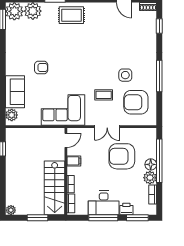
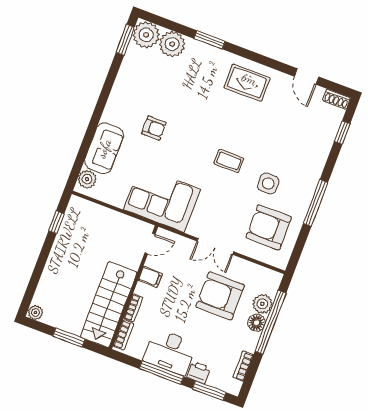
rug: (71, 15) -> (247, 83), moved
coffee table: (104, 95) -> (229, 161), moved
plant: (150, 178) -> (262, 304), moved

